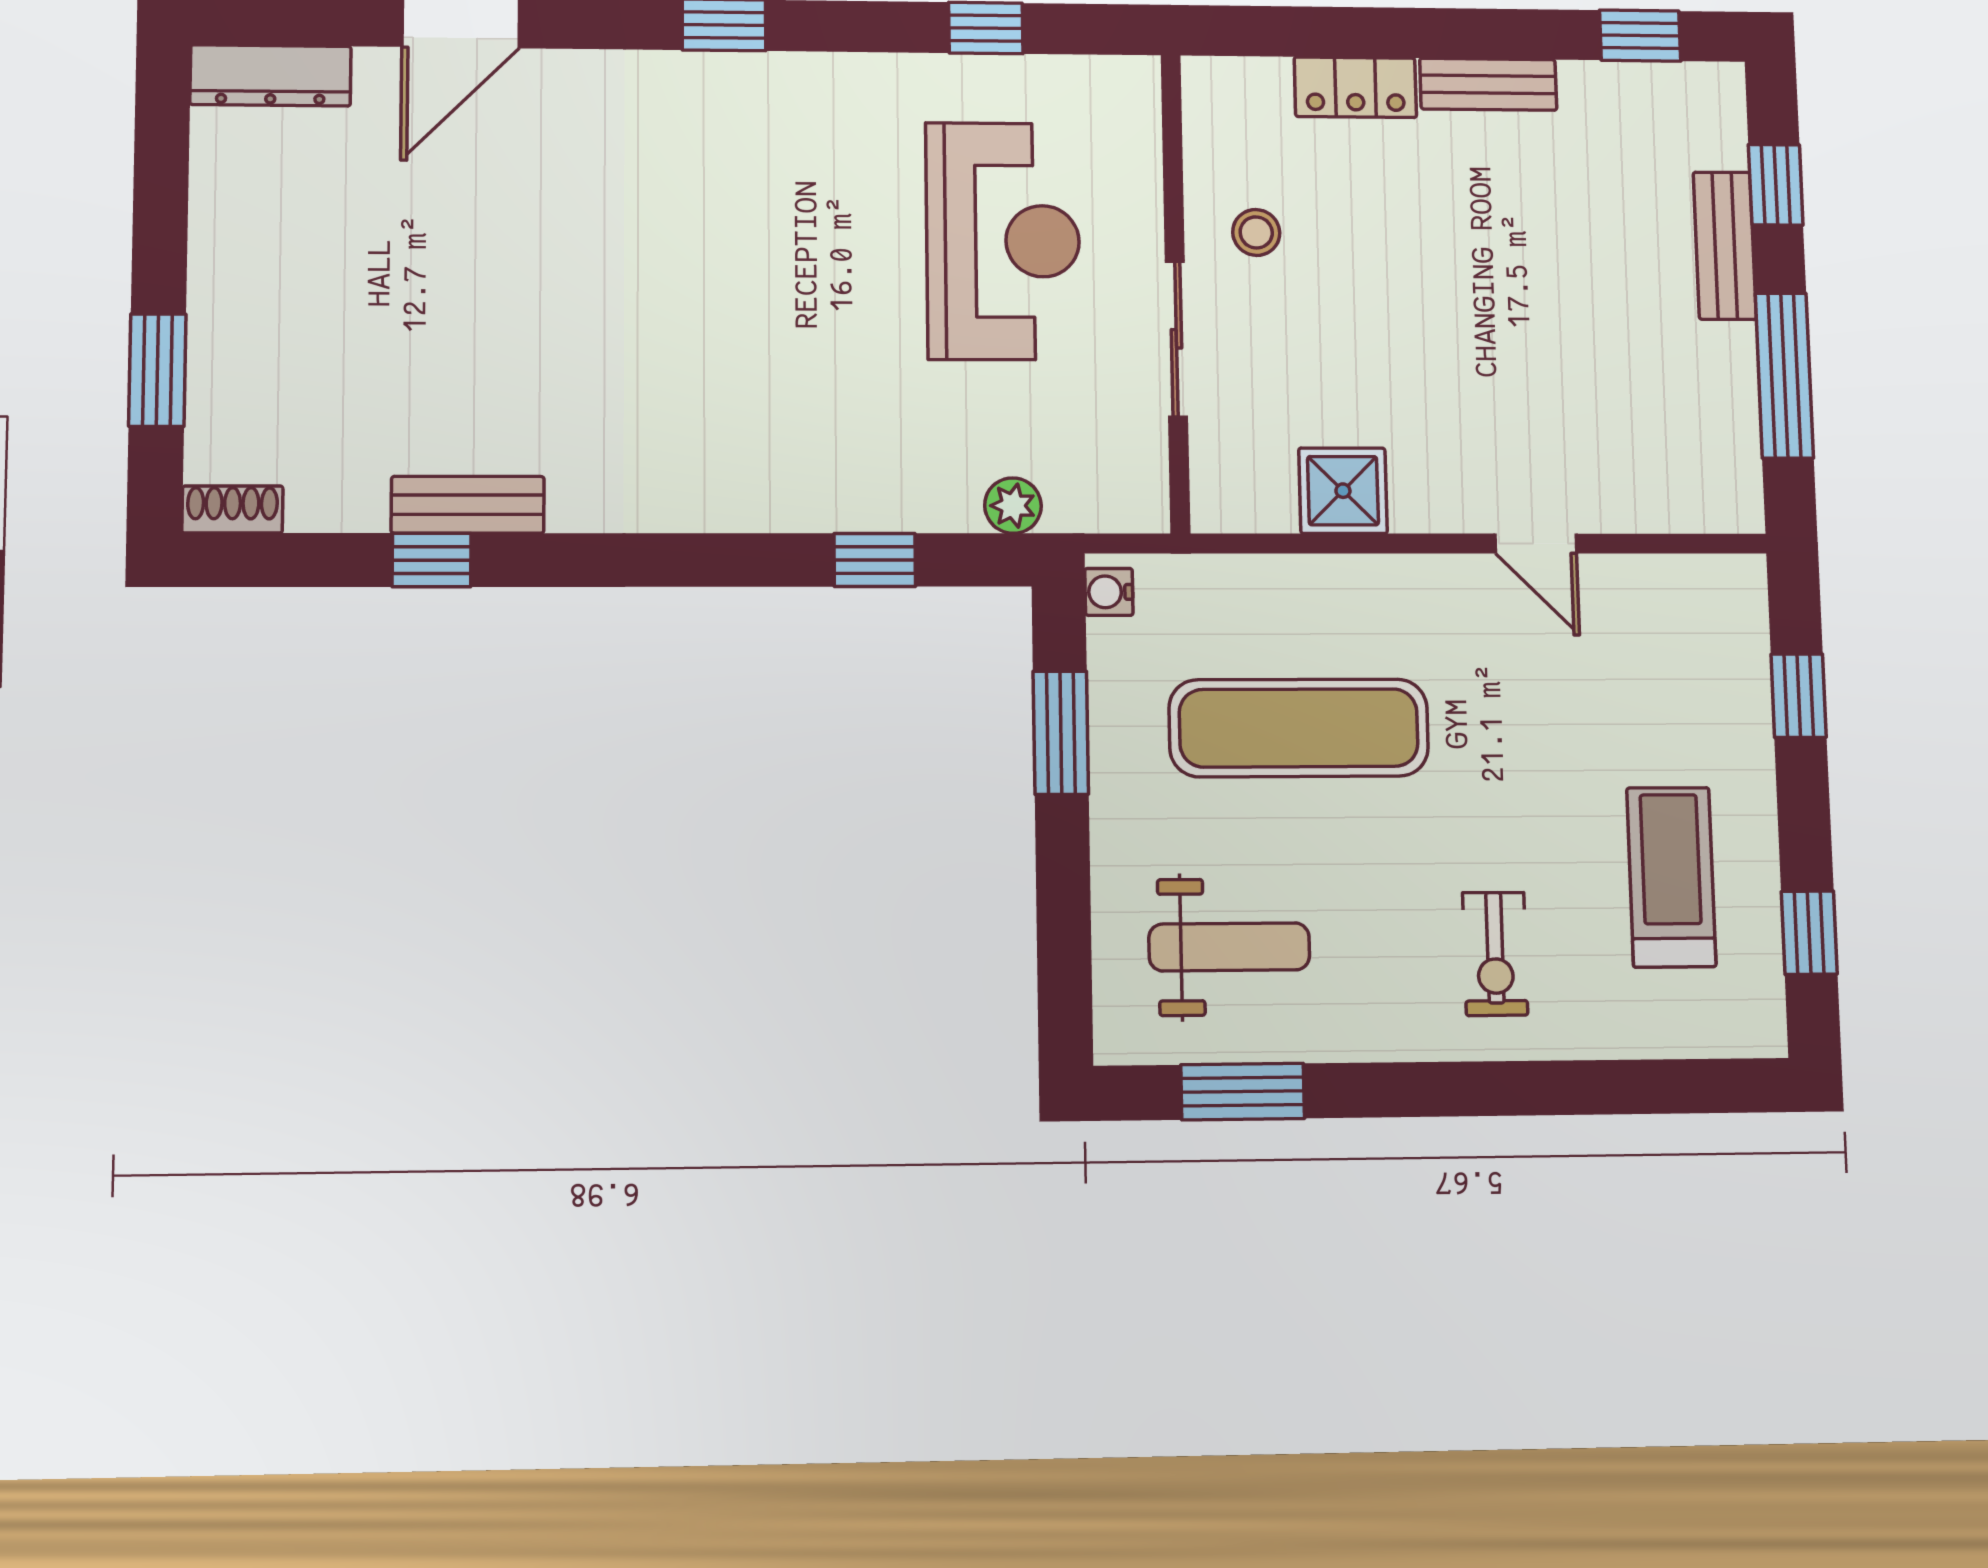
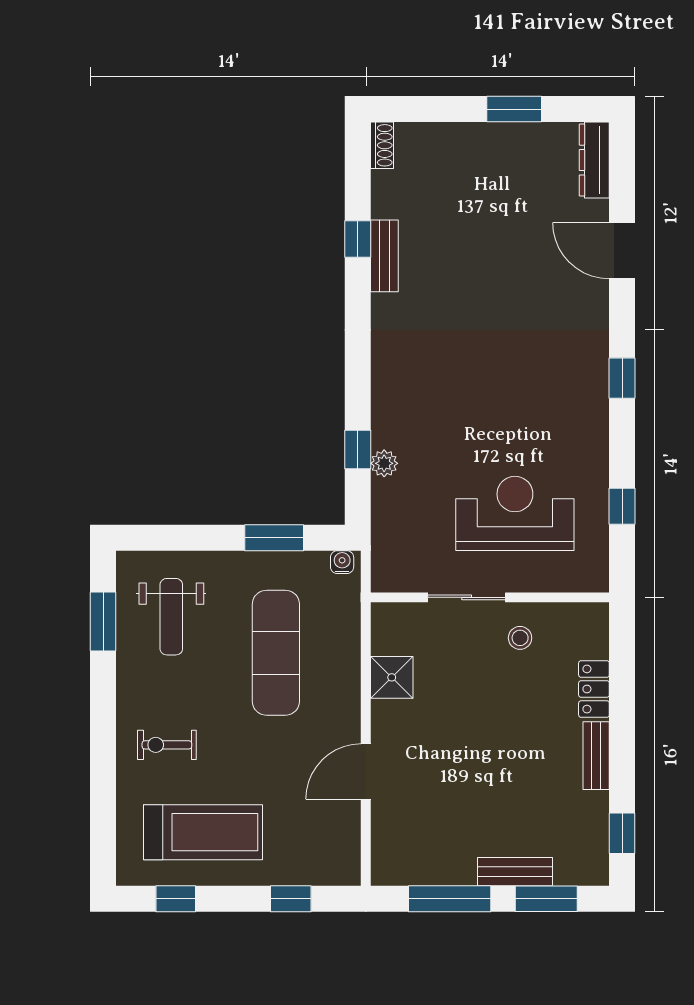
window: (1776, 185) -> (546, 899), width x1.50
reception desk: (1003, 241) -> (515, 513), turned 180
window: (157, 370) -> (514, 109), moved
plant: (1013, 506) -> (384, 463), moved
door: (1536, 543) -> (366, 772), width x1.38
treadmill: (1671, 877) -> (203, 832), width x1.37, depth x1.38

